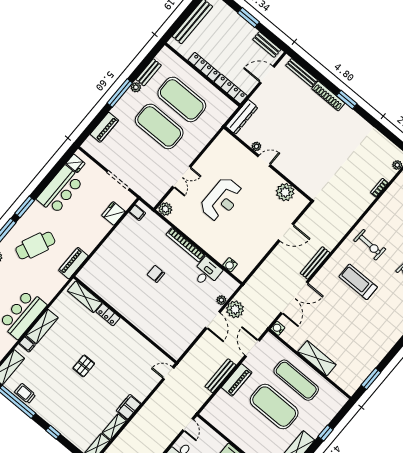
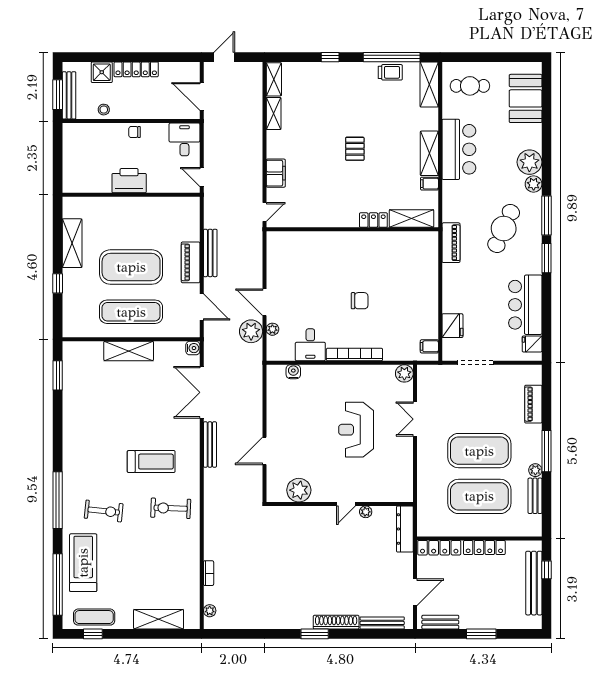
window: (178, 23) -> (547, 570), added
filing cabinet: (27, 344) -> (429, 184), moved
filing cabinet: (129, 407) -> (276, 173), moved

